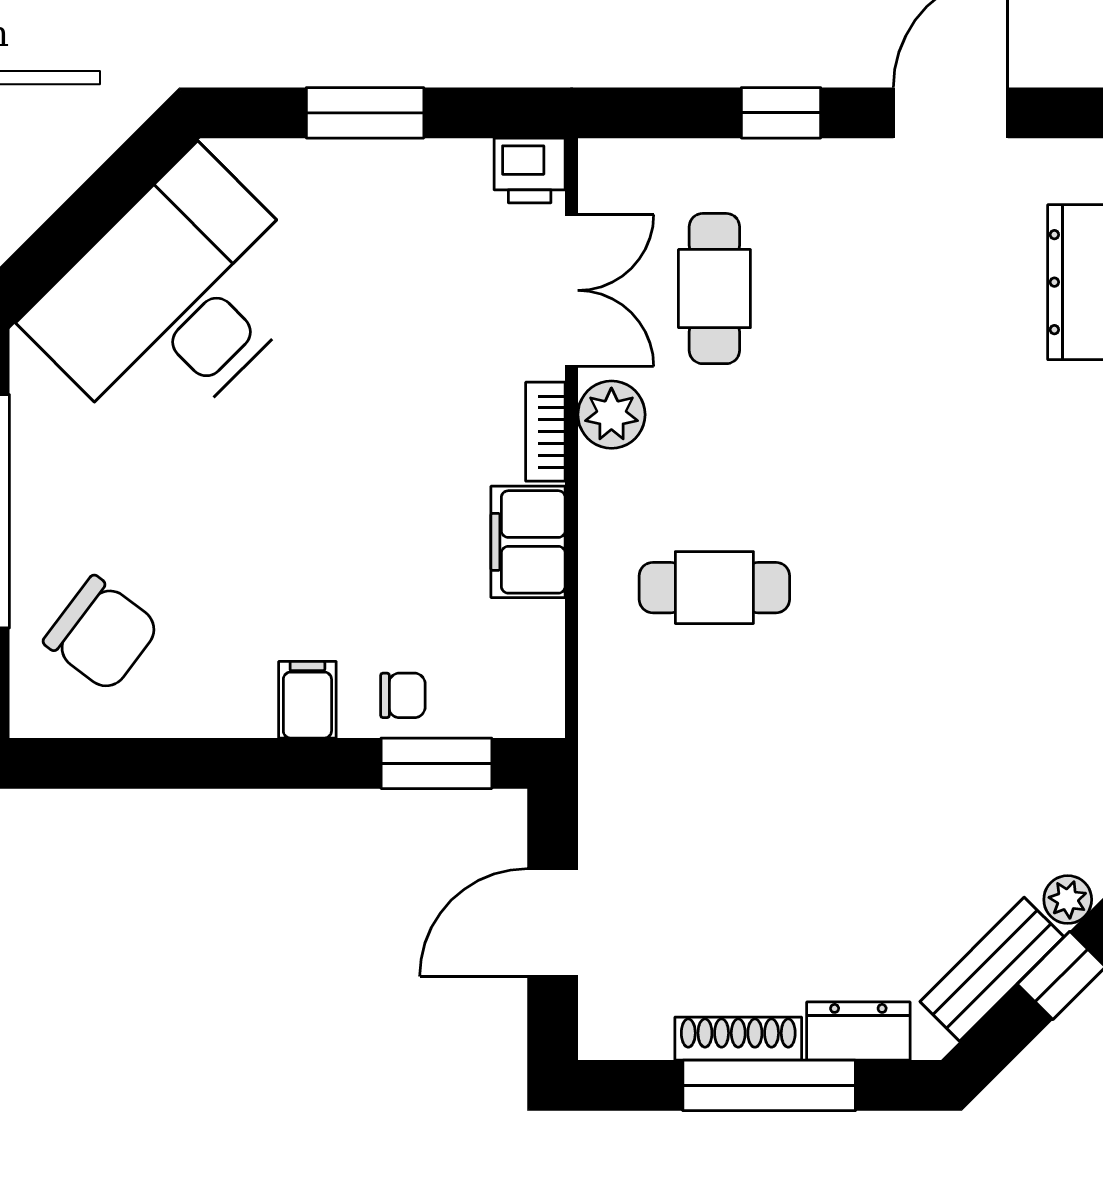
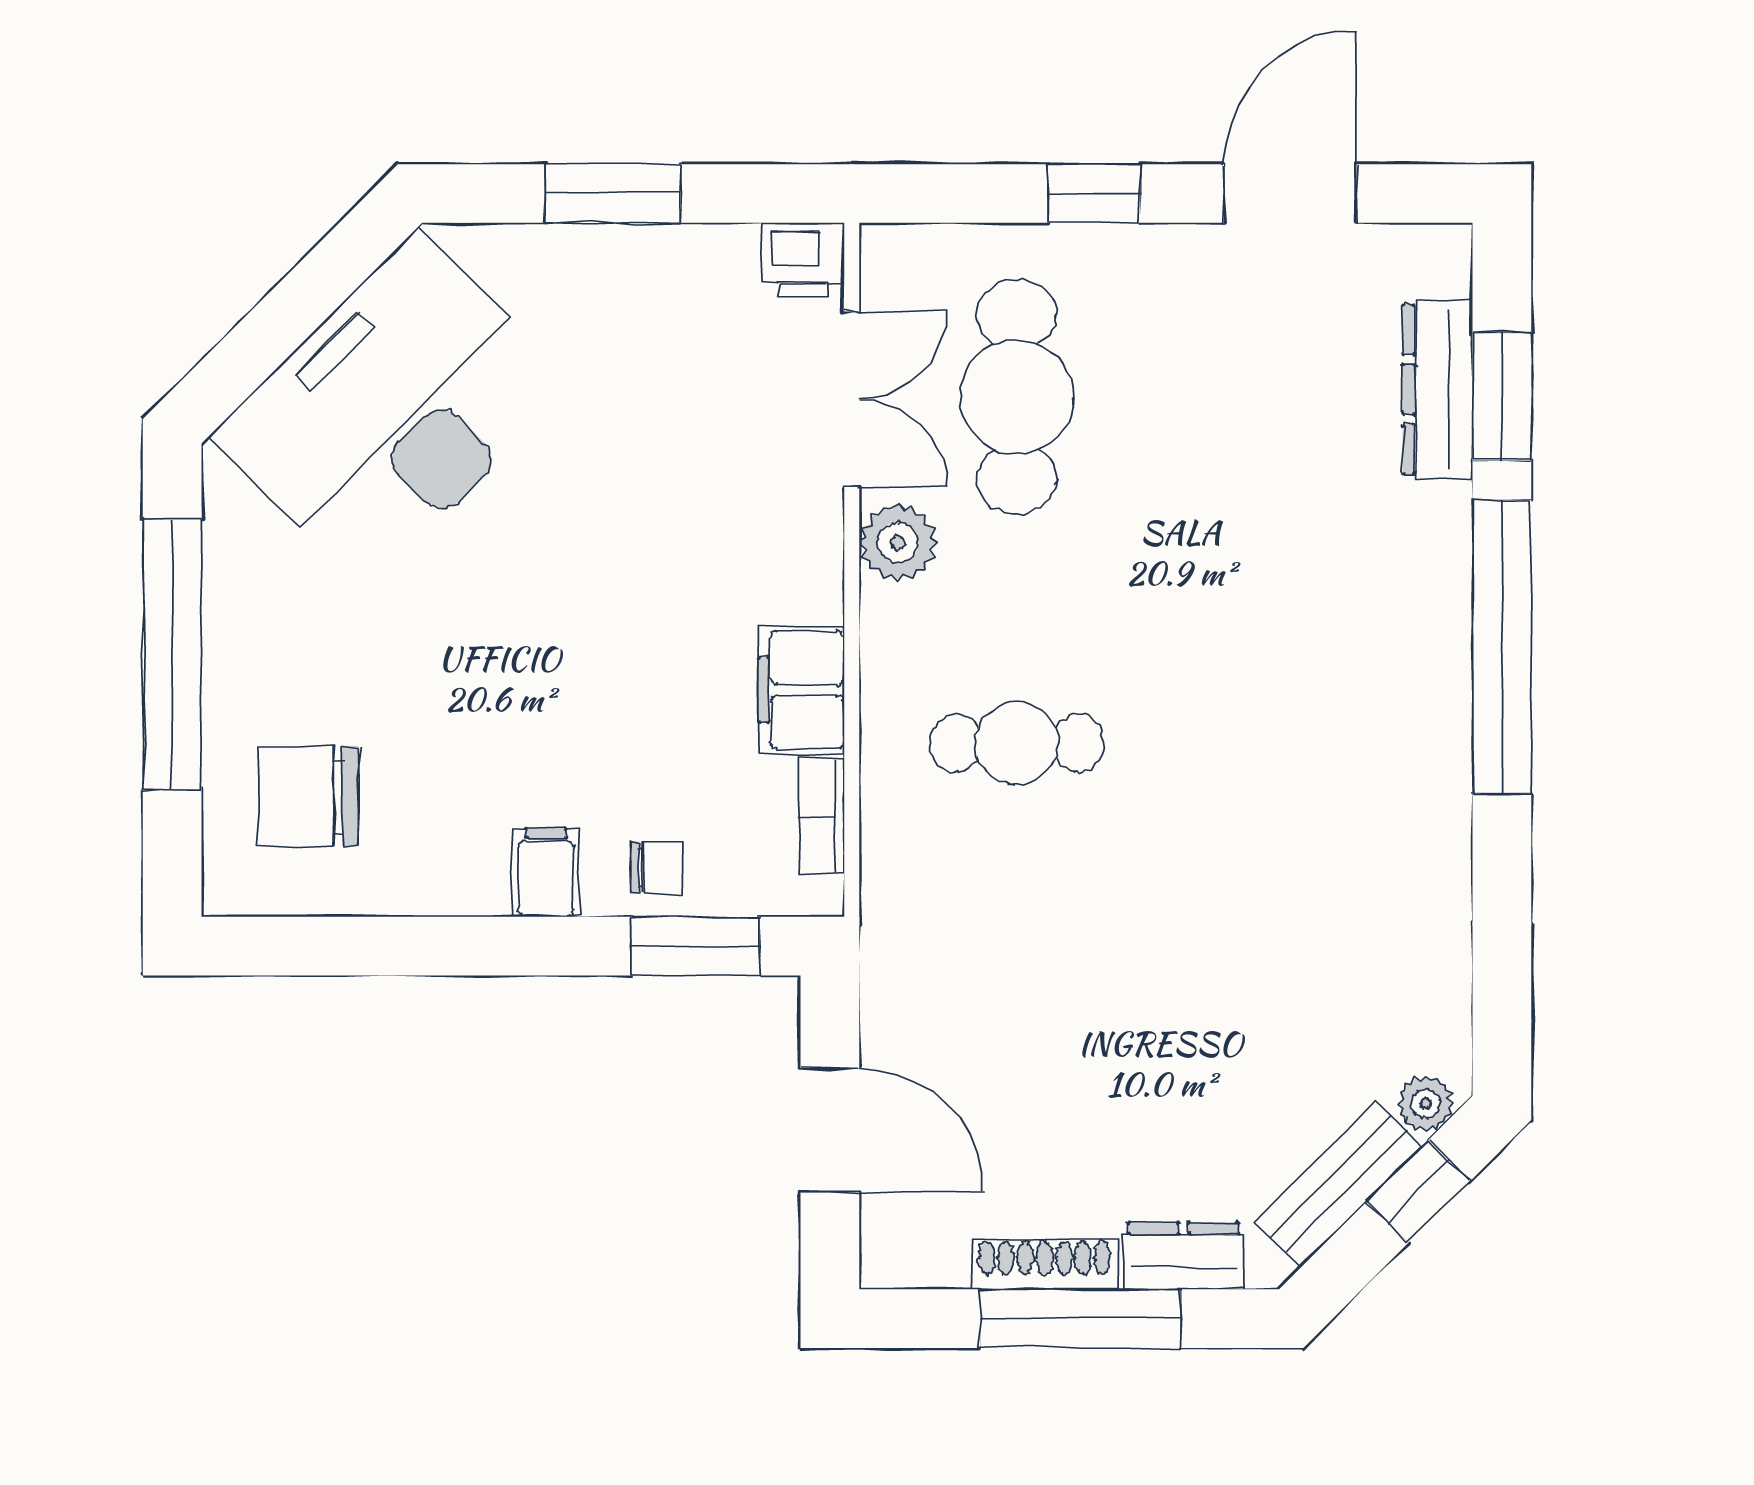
cafe table: (714, 289) -> (1017, 397), width x1.37, depth x1.35
bookcase: (545, 432) -> (822, 817), moved
chair: (102, 634) -> (308, 796), turned 143
door: (553, 923) -> (830, 1130), swing flipped

